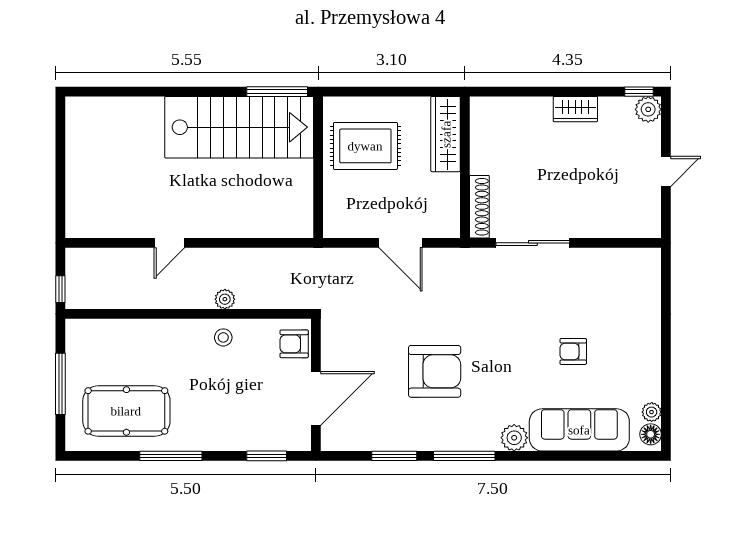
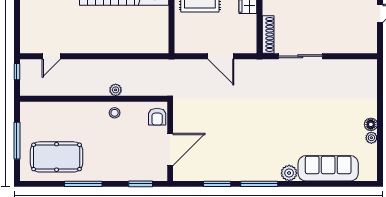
door: (169, 243) -> (51, 56), moved
window: (60, 289) -> (17, 72), moved
armchair: (294, 344) -> (157, 117), turned -90
armchair: (573, 351) -> (324, 121), removed
armchair: (435, 371) -> (241, 133), removed
plant: (652, 412) -> (371, 138), moved
floor lamp: (651, 434) -> (371, 124), moved

